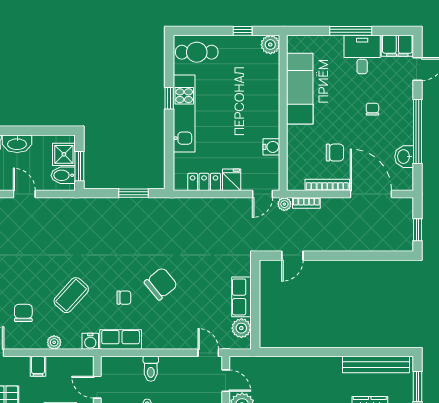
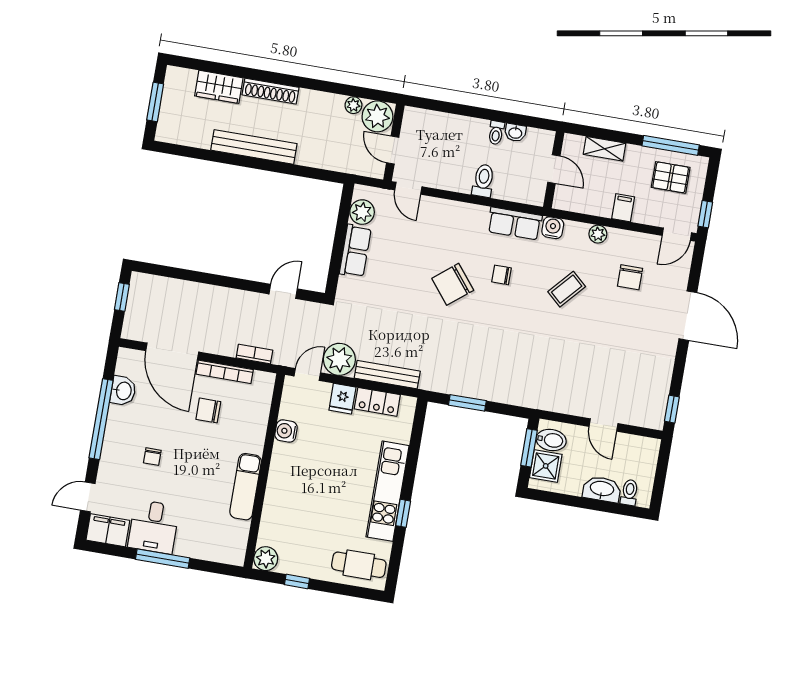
exam couch: (300, 89) -> (246, 487), width x0.73, depth x0.69
bench: (200, 204) -> (387, 375), added
plant: (284, 204) -> (339, 359), moved, width x1.88, depth x1.88
coffee table: (71, 295) -> (567, 289), width x0.73, depth x0.77
bench: (376, 365) -> (254, 147), moved

